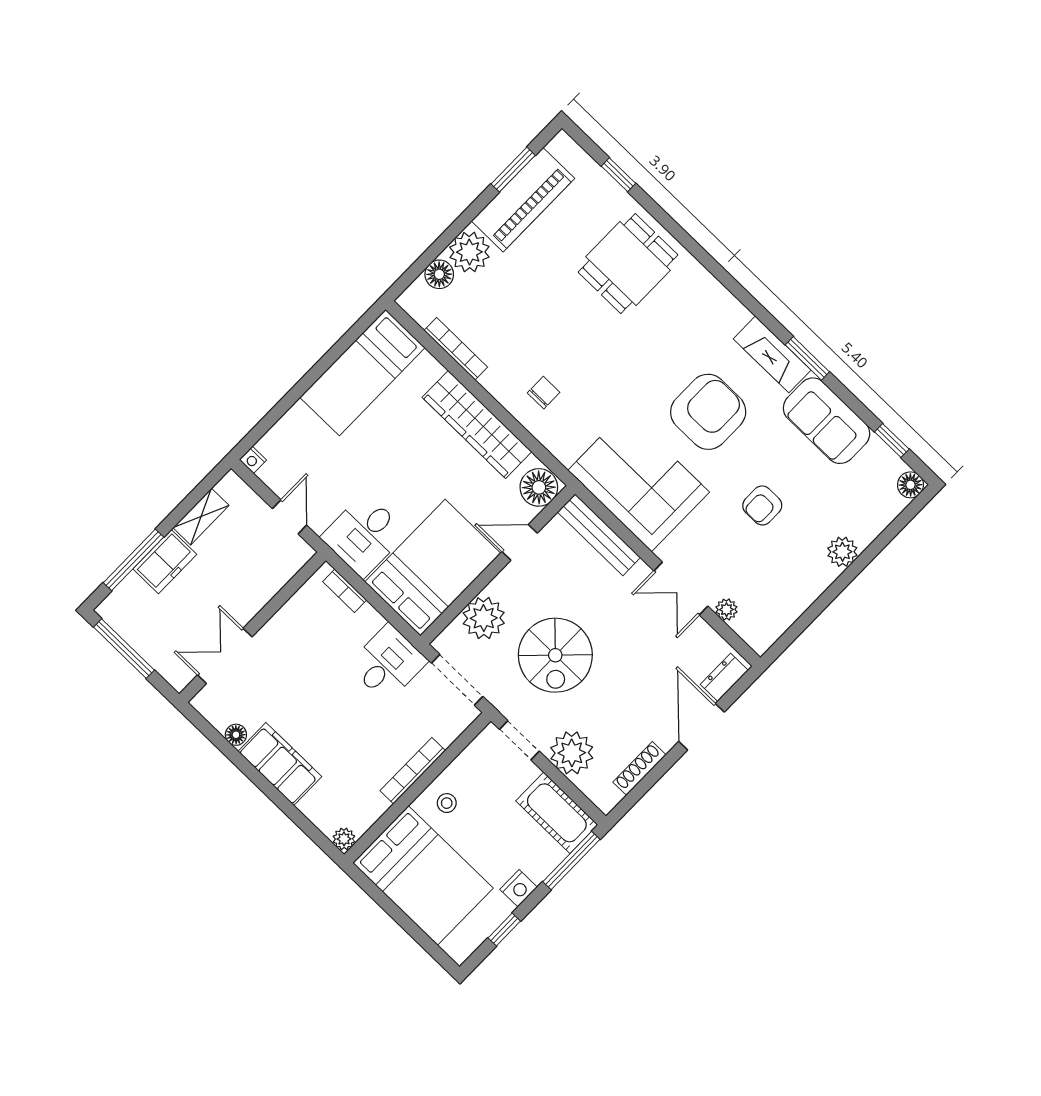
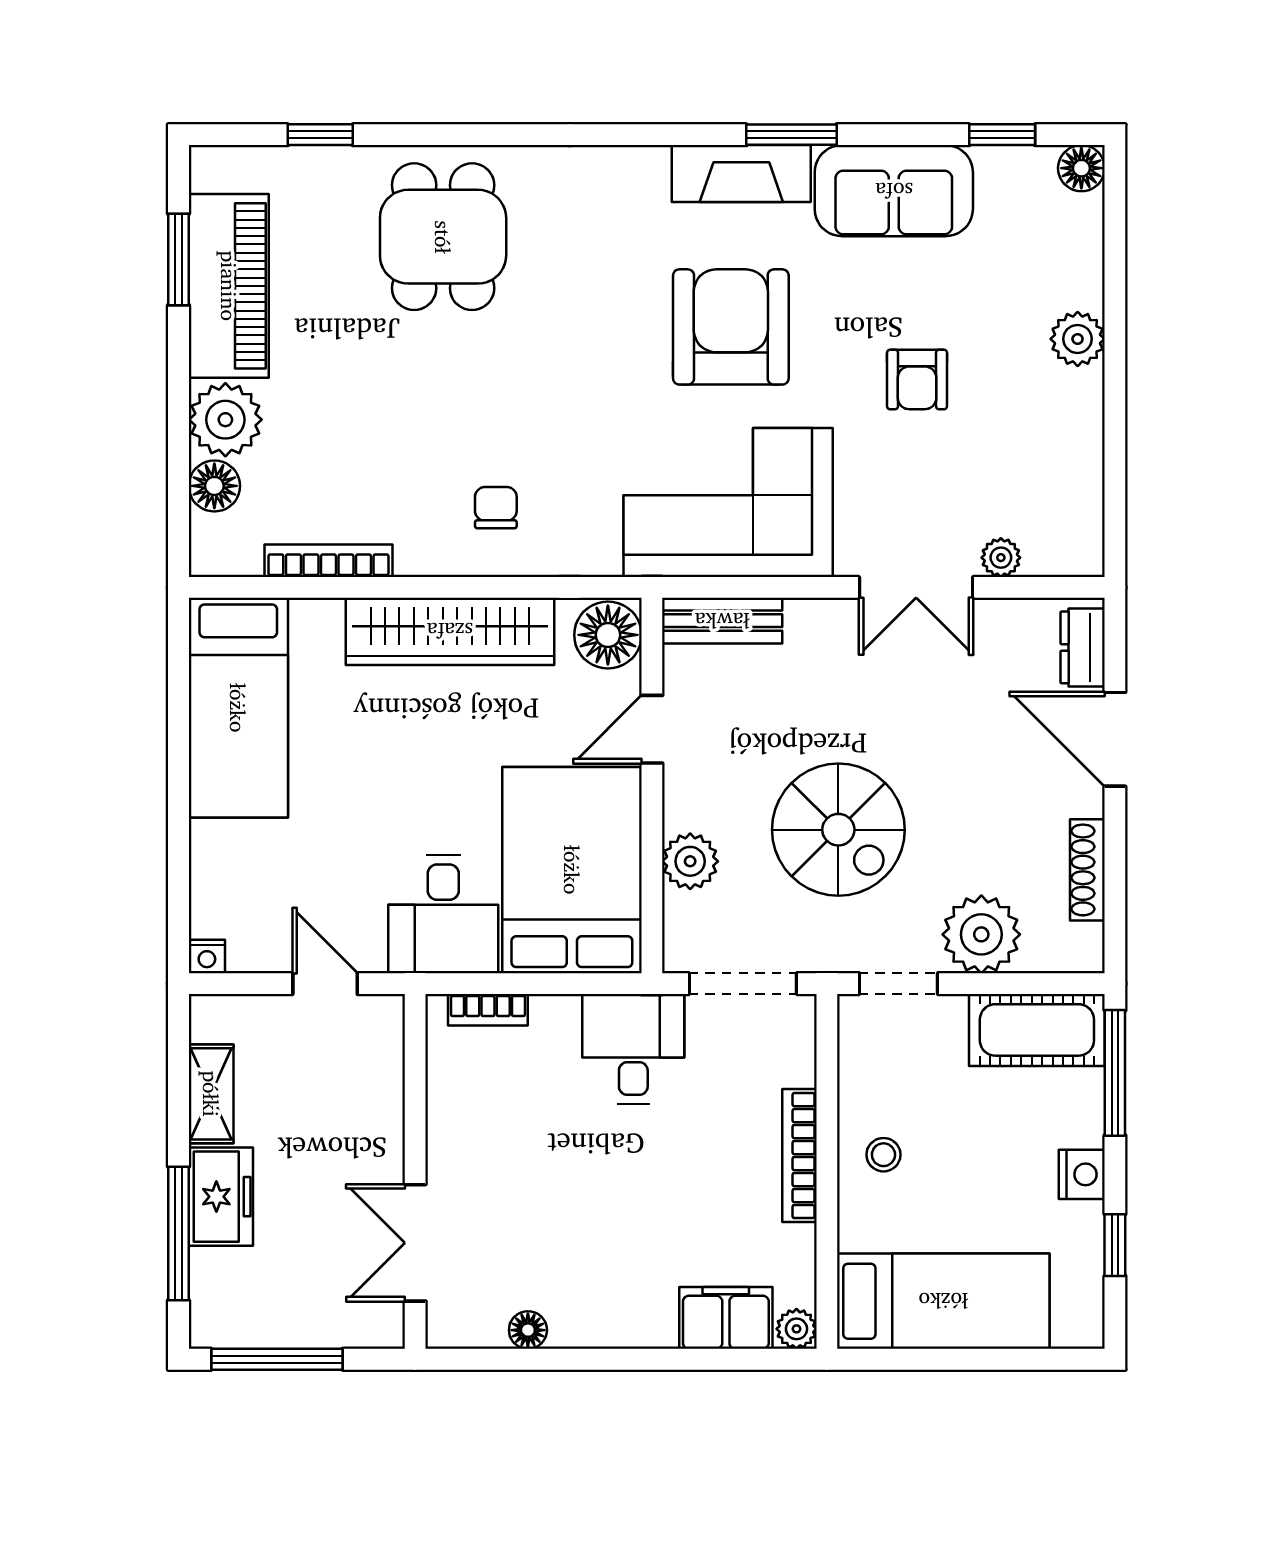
bench: (599, 535) -> (722, 621), width x0.73
plant: (484, 618) -> (690, 861), width x0.73, depth x0.73
filing cabinet: (280, 764) -> (726, 1318), moved, width x0.67, depth x0.86
bed: (423, 875) -> (943, 1301), width x0.67

